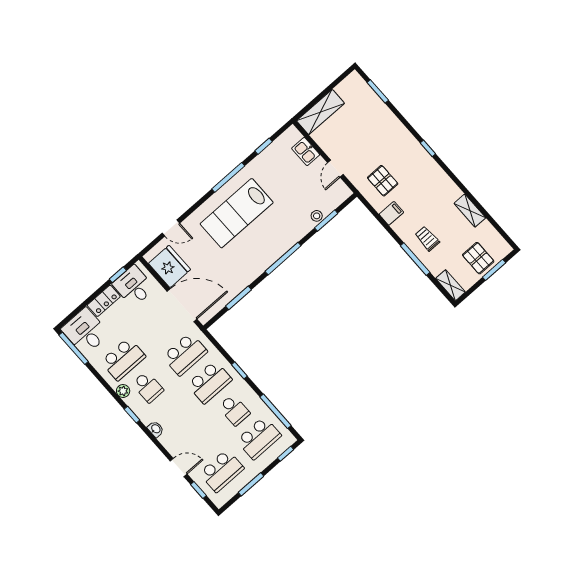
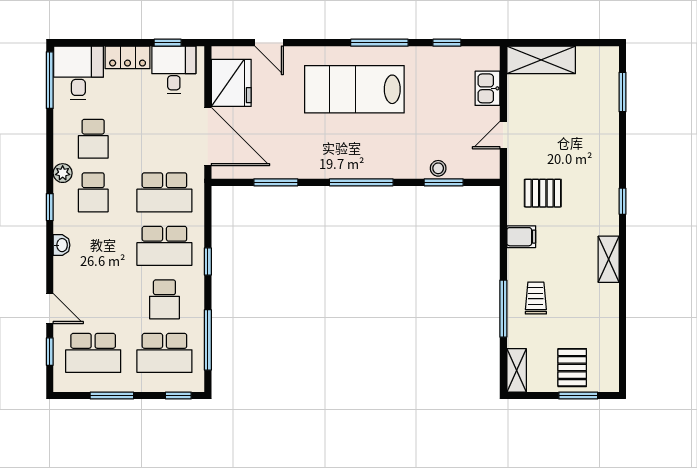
pallet: (383, 181) -> (543, 193), turned 90
shelving: (470, 211) -> (609, 259), moved
school desk: (123, 359) -> (93, 139), width x0.54

